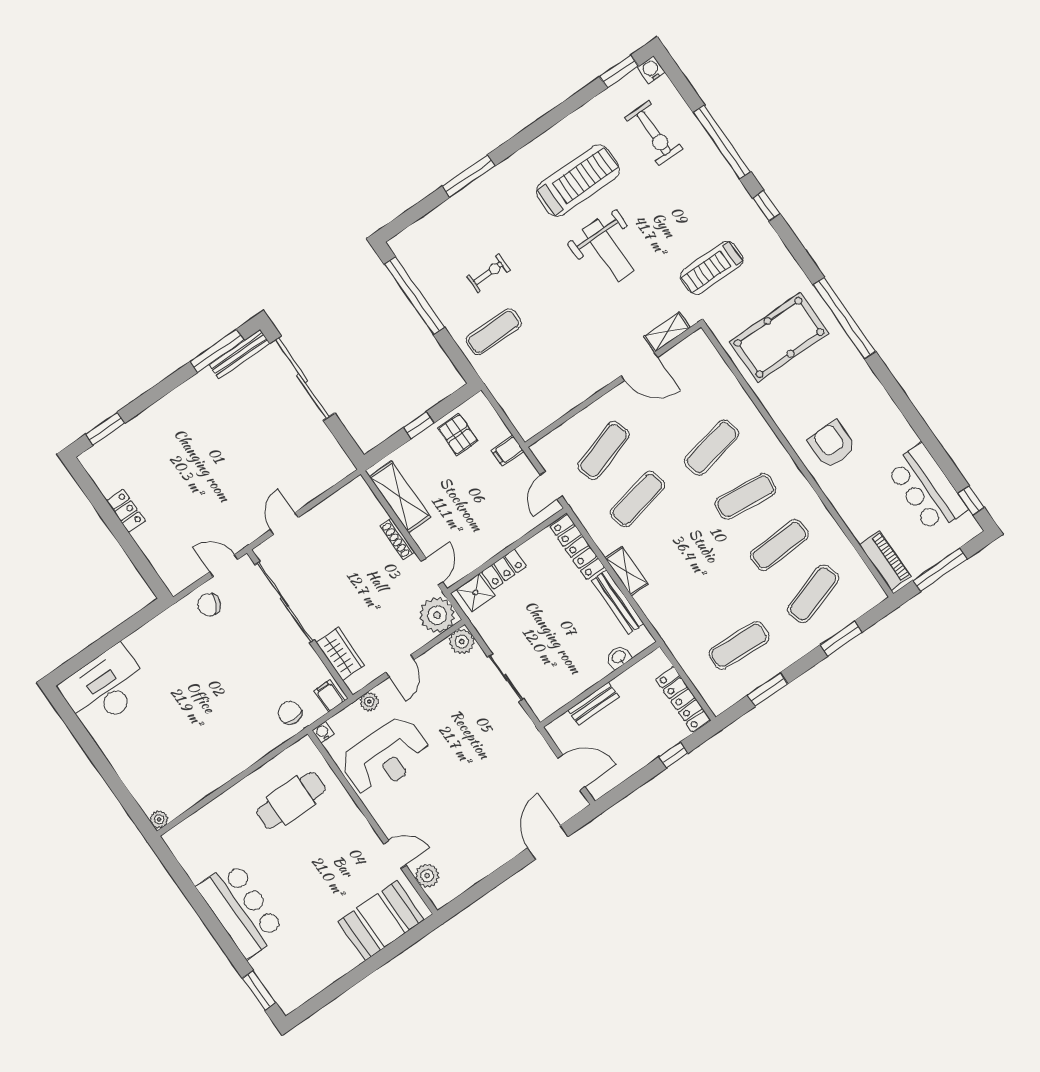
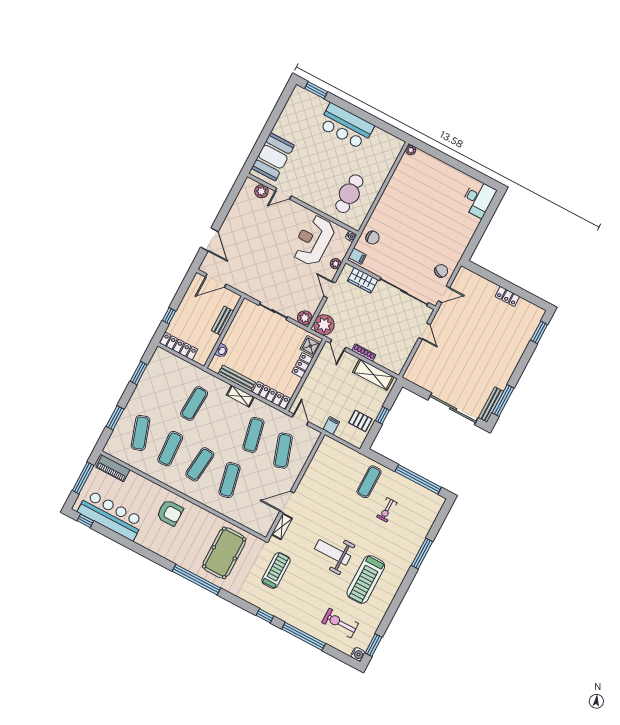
bar counter: (927, 488) -> (111, 515), width x1.36
exercise mat: (739, 645) -> (194, 404), moved
desk: (105, 688) -> (478, 199), width x0.73, depth x0.77

